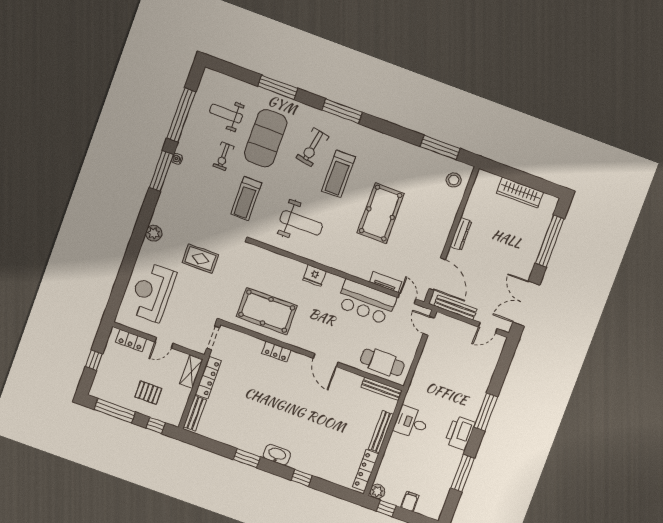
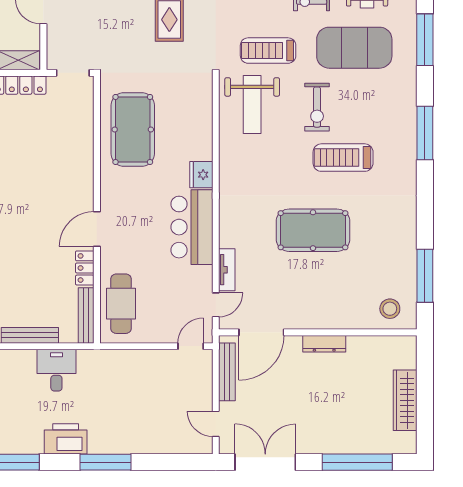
exercise bike: (312, 147) -> (317, 107), moved, turned -101
weight bench: (301, 223) -> (252, 104), moved
bar counter: (366, 302) -> (192, 227), moved
locker: (276, 352) -> (85, 268), moved

